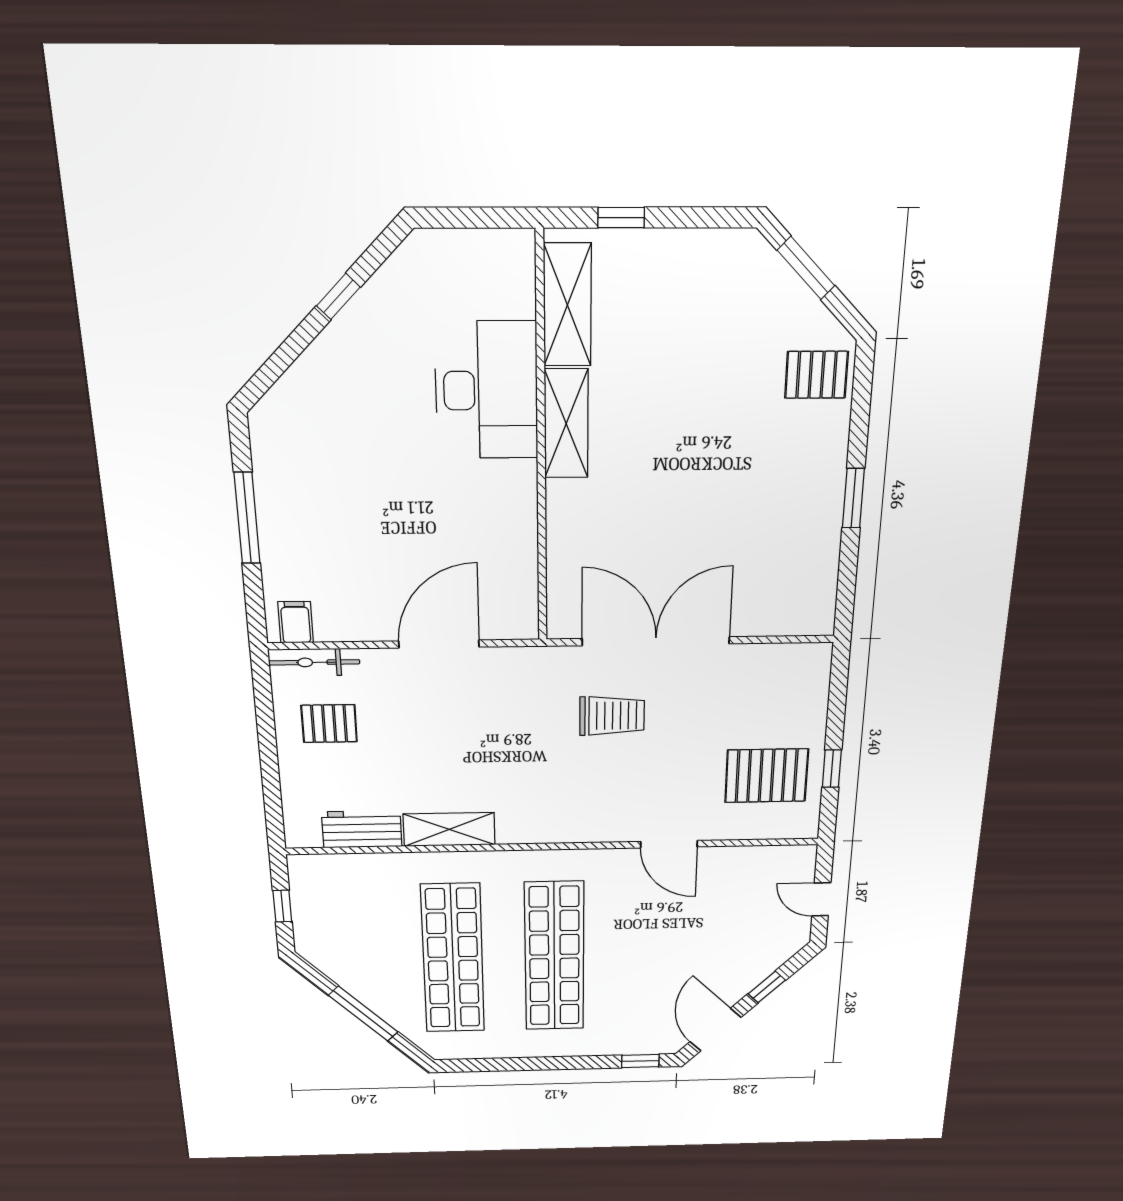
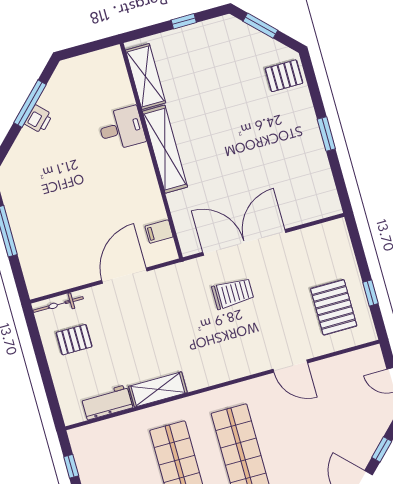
window: (621, 218) -> (184, 21), moved
window: (338, 296) -> (30, 104), width x2.17
printer: (348, 331) -> (39, 119), added
desk: (487, 390) -> (122, 128), width x0.53, depth x0.77
shelving: (566, 424) -> (165, 149), width x1.47
filing cabinet: (296, 622) -> (159, 232), moved, turned -90
pallet: (767, 776) -> (334, 307), turned 90

